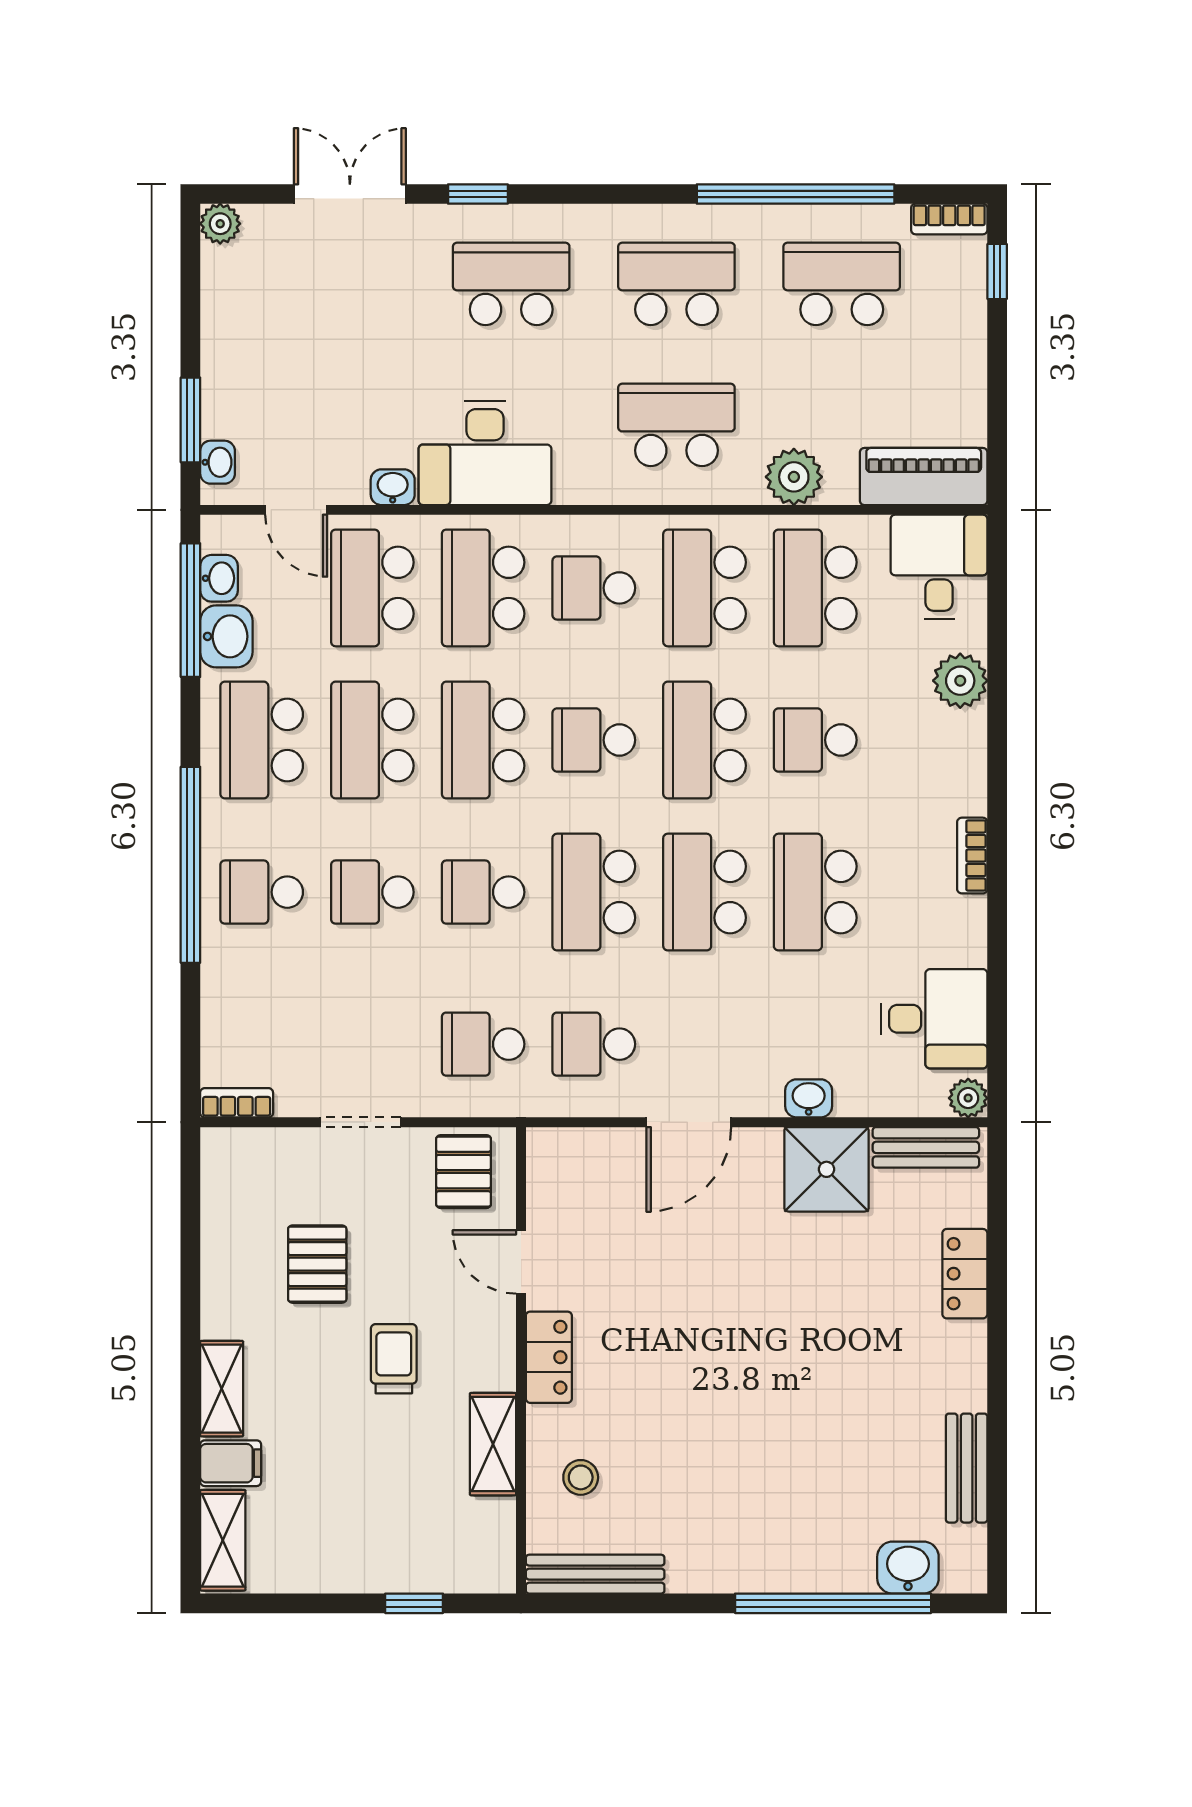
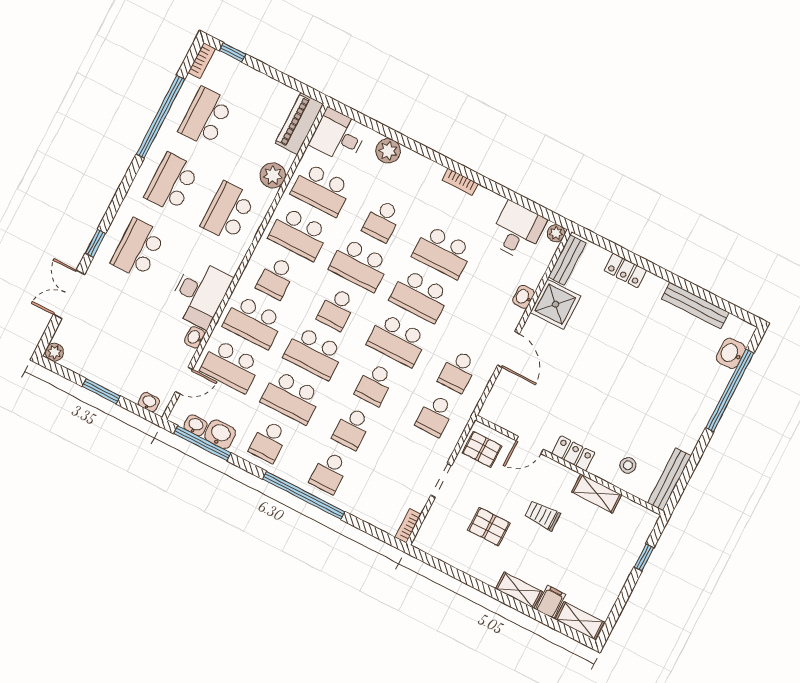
window: (190, 420) -> (101, 391), moved
school desk: (262, 740) -> (269, 441), width x0.54
bench: (967, 1468) -> (695, 306), width x1.36

